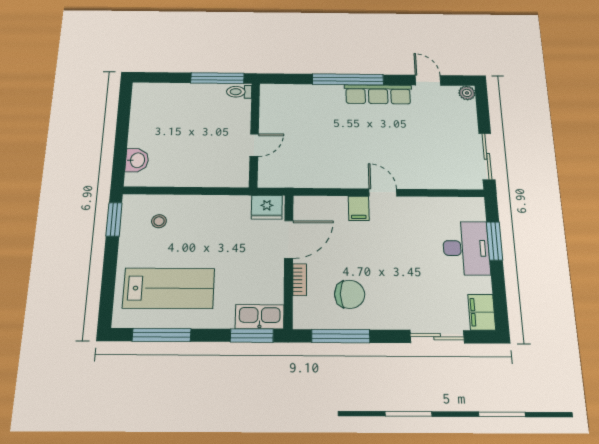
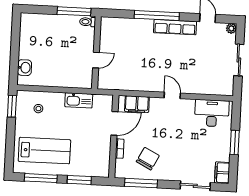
sliding door: (487, 156) -> (239, 60), moved
fridge: (267, 207) -> (102, 102), removed
filing cabinet: (359, 208) -> (137, 104), moved, width x2.00
window: (494, 241) -> (235, 143), moved
desk: (466, 248) -> (212, 113), moved, turned -90
chair: (350, 294) -> (148, 159), turned -63
kitchen sink: (260, 317) -> (79, 100), moved, turned 180
window: (252, 336) -> (79, 180), moved

